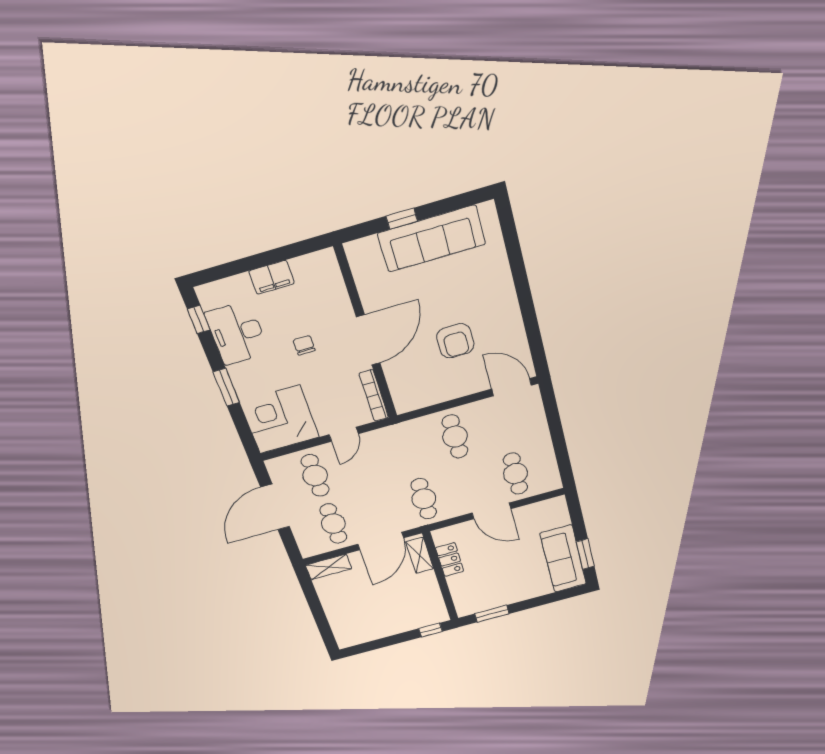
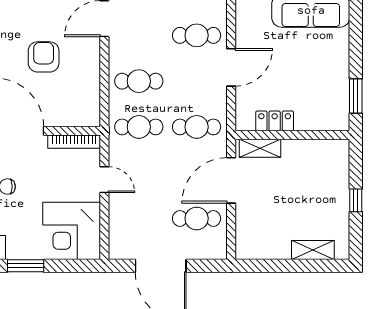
armchair: (455, 341) -> (44, 57), turned -90
cafe table: (315, 475) -> (139, 127), moved
door: (381, 541) -> (231, 180), swing flipped
shelving: (329, 567) -> (313, 250), moved, turned 90
window: (430, 630) -> (356, 200), moved

